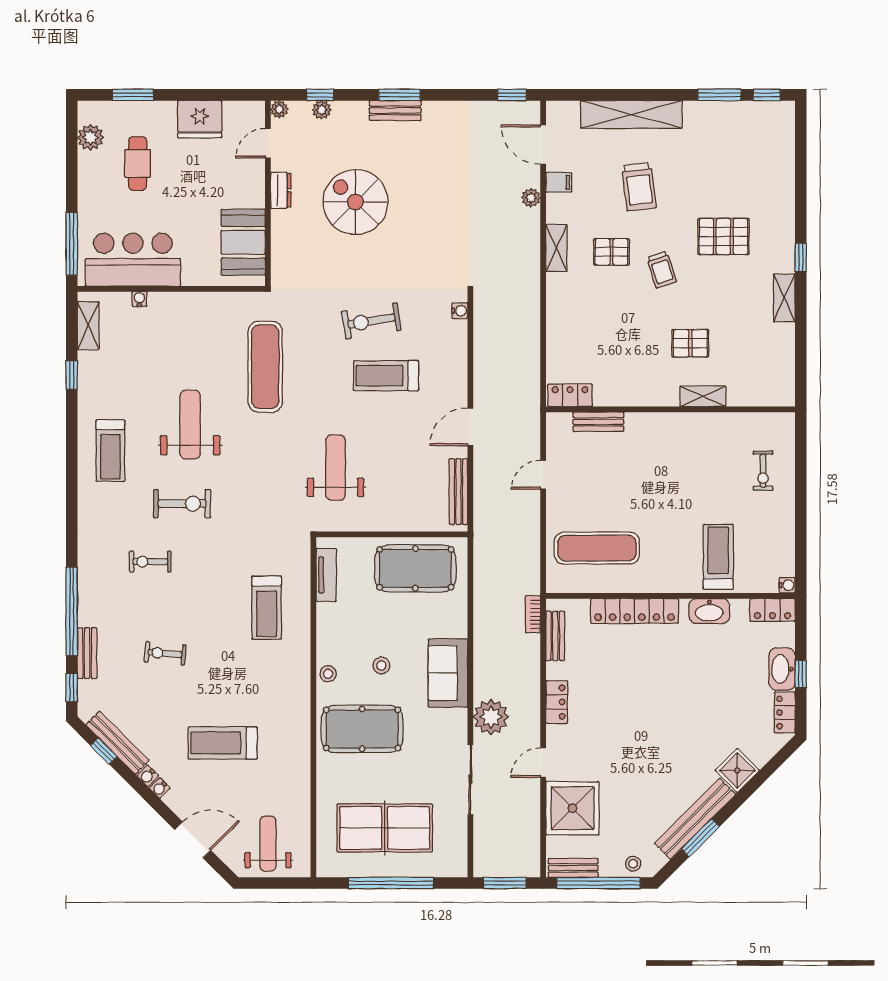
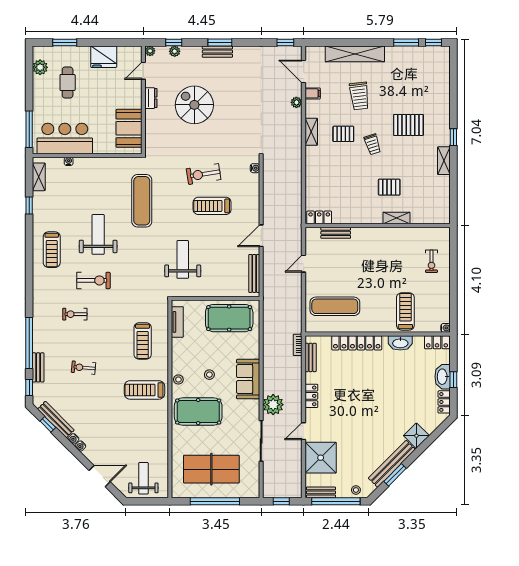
treadmill: (223, 743) -> (144, 390), moved
window: (505, 883) -> (281, 501), width x0.67

